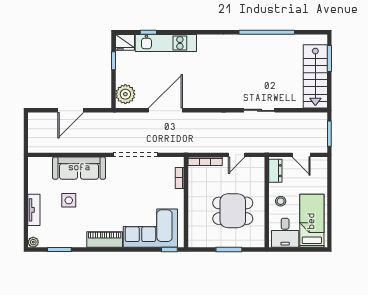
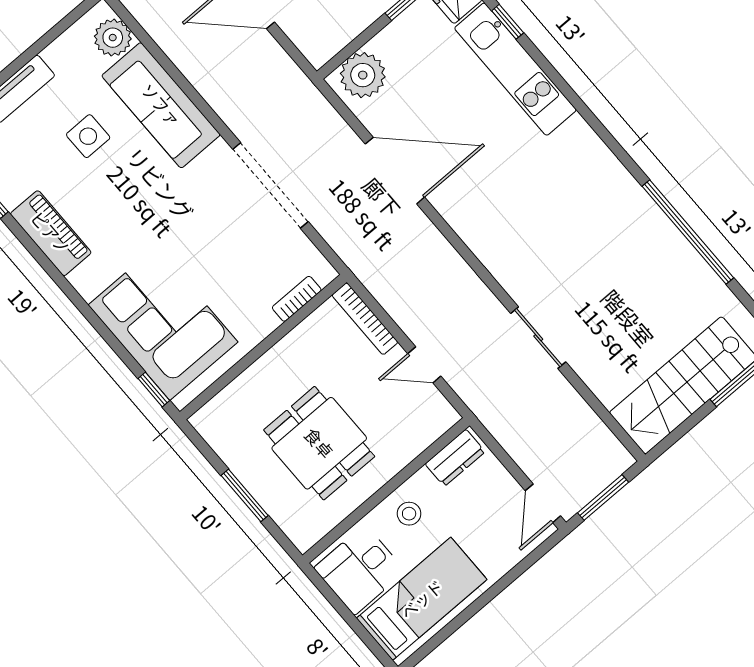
door: (301, 155) -> (543, 503), moved
plant: (44, 165) -> (113, 38), added
piano: (105, 239) -> (51, 233), moved

